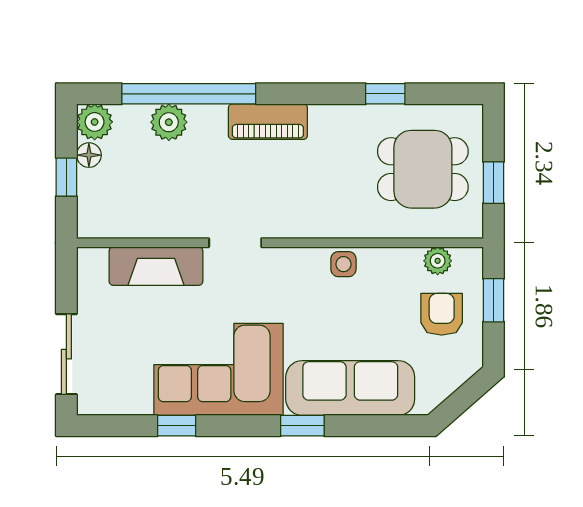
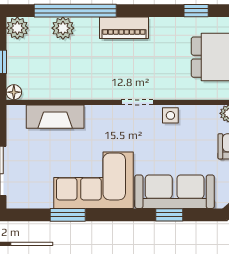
floor lamp: (89, 155) -> (14, 92), moved
doorway: (235, 243) -> (137, 102), moved
window: (177, 426) -> (68, 215), width x1.50
window: (302, 426) -> (169, 215), moved

